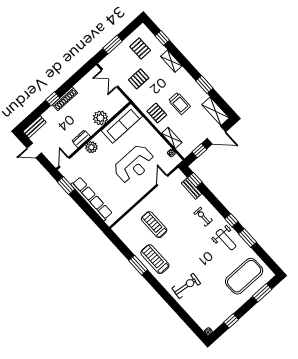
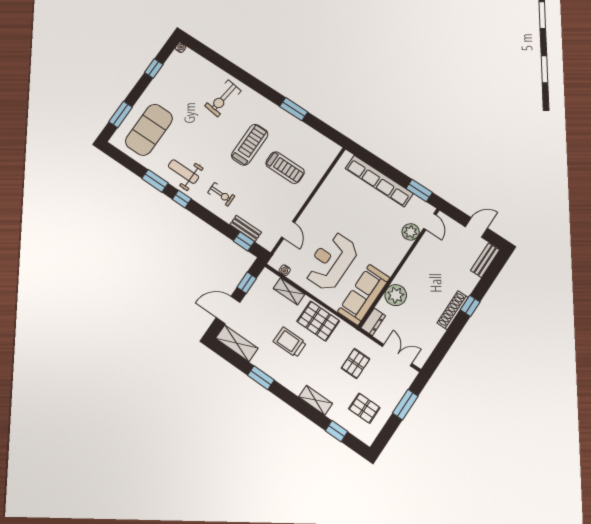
pallet: (157, 113) -> (318, 321), width x1.50, depth x1.42
dresser: (81, 139) -> (373, 322), moved
plant: (91, 147) -> (411, 232), moved
reception desk: (134, 164) -> (331, 261), moved
treadmill: (155, 259) -> (250, 145), moved, turned -90

